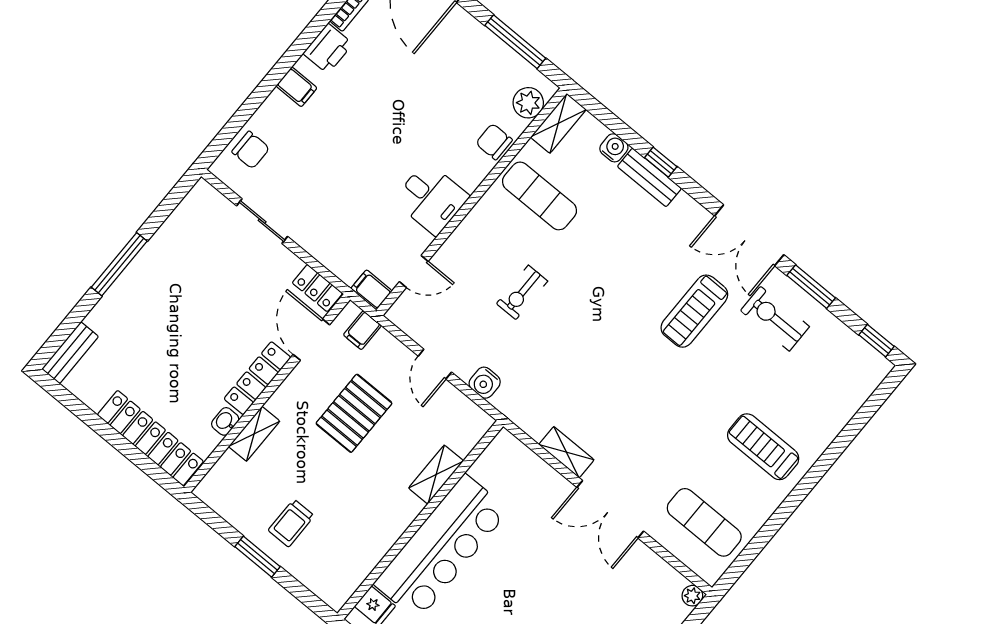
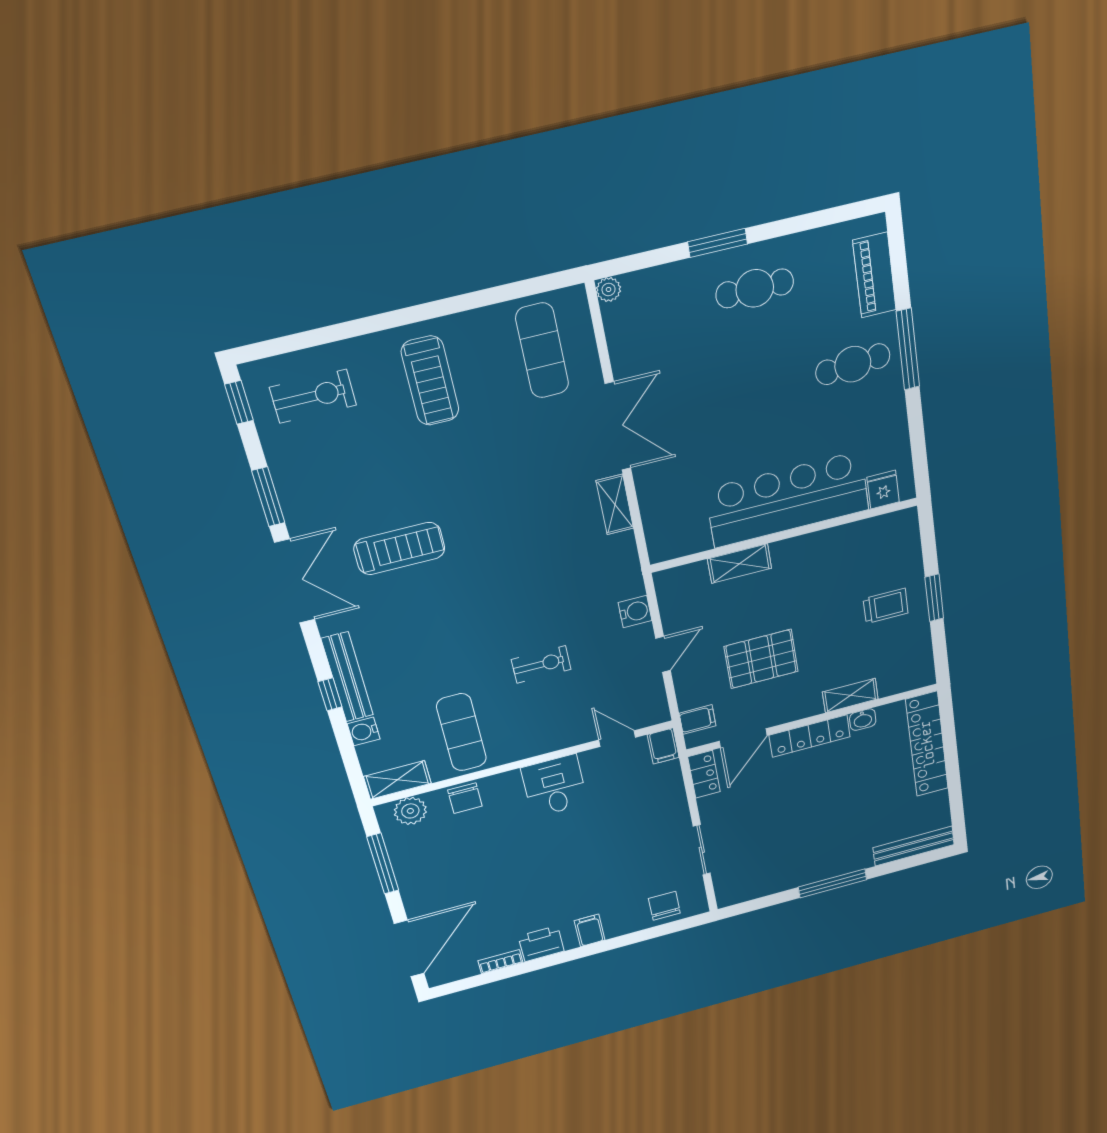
bench: (649, 177) -> (347, 677), width x1.36
exercise bike: (775, 319) -> (313, 396), moved, turned -90
bench: (70, 353) -> (914, 846), width x1.36

